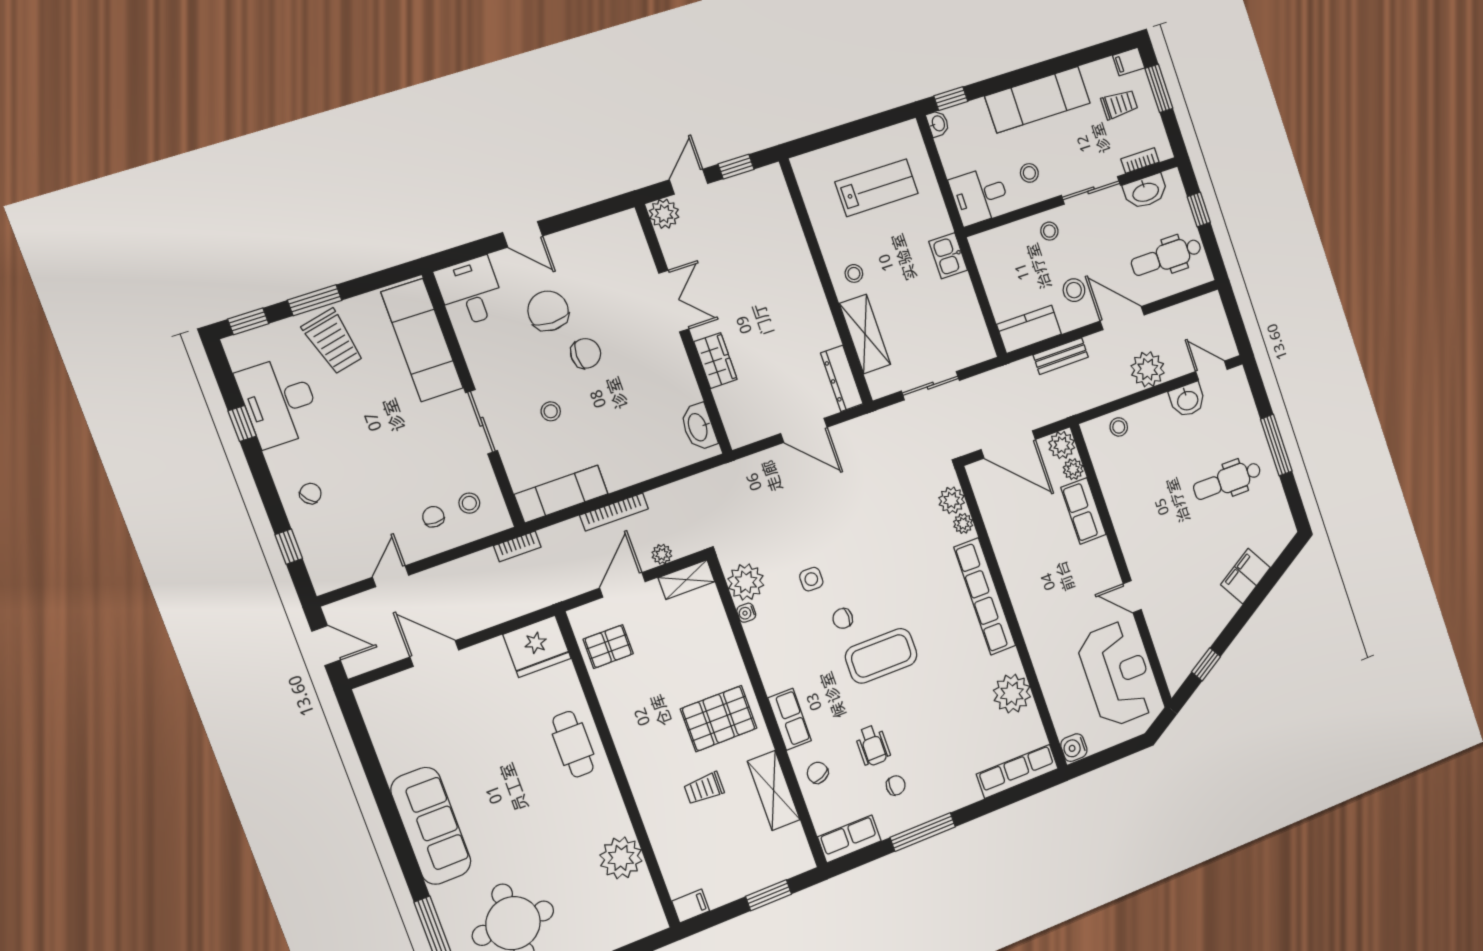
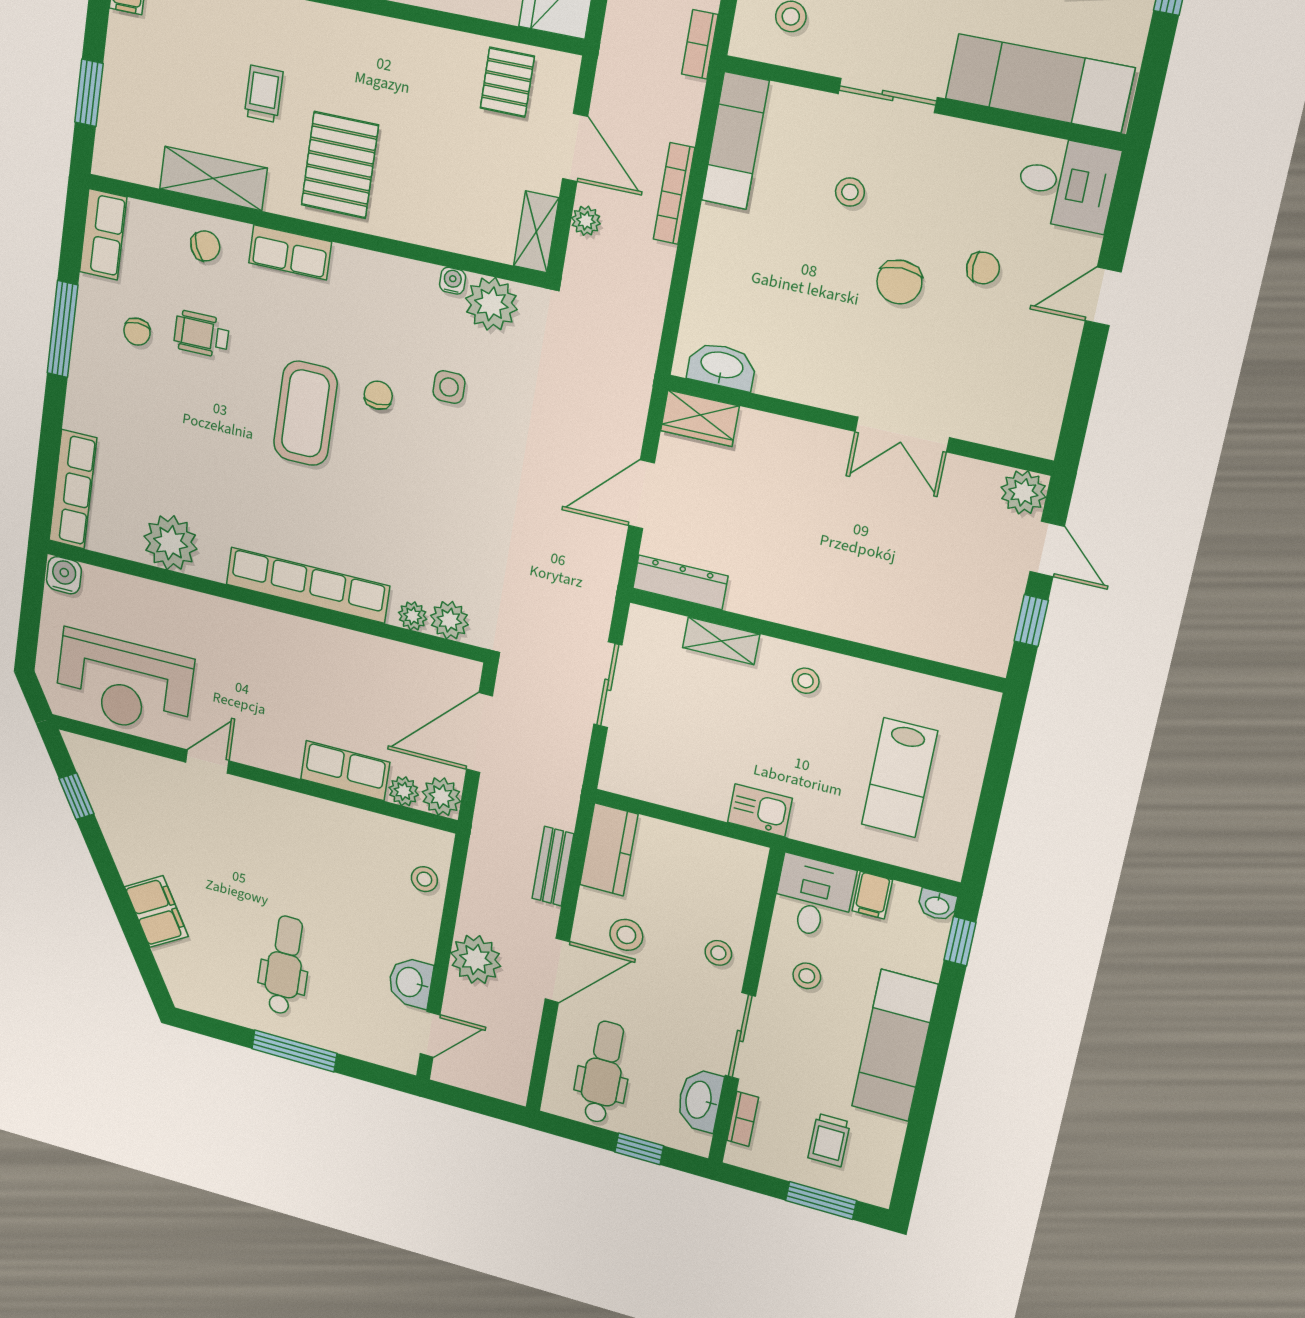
filing cabinet: (1129, 62) -> (872, 895), moved, turned 180
chair: (548, 311) -> (983, 268), width x0.54, depth x0.54
shelving: (865, 334) -> (721, 641), width x0.67, depth x0.75
wardrobe: (716, 361) -> (700, 418), moved

